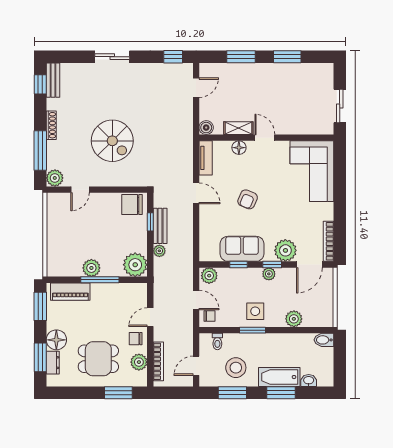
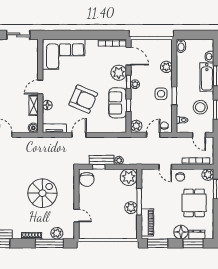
plant: (55, 178) -> (57, 233), moved
armchair: (248, 199) -> (83, 99), width x1.88, depth x1.88
plant: (139, 362) -> (208, 175), moved

